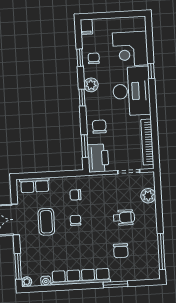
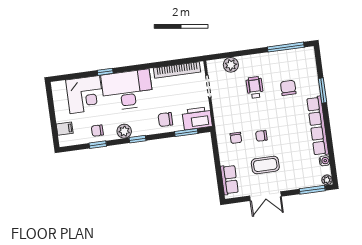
filing cabinet: (86, 27) -> (65, 129), moved
chair: (121, 251) -> (288, 88), turned -90

